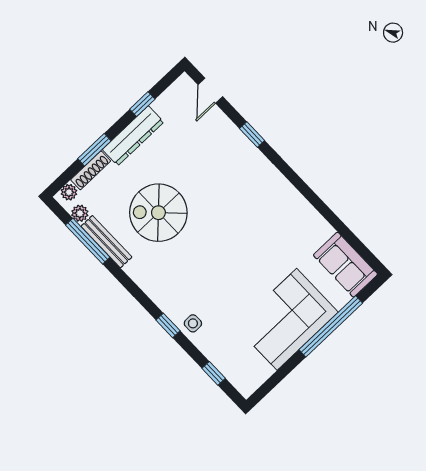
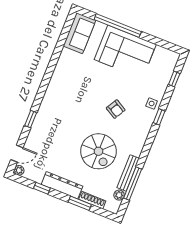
plant: (69, 192) -> (19, 170), moved
armchair: (209, 267) -> (116, 109), added

